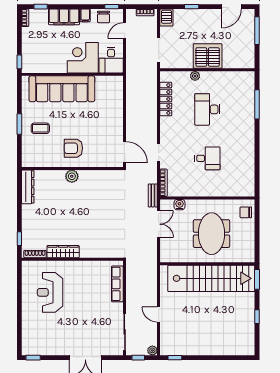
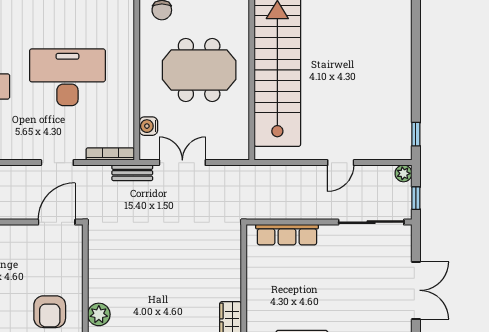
desk: (207, 158) -> (67, 77), width x1.87, depth x1.30

